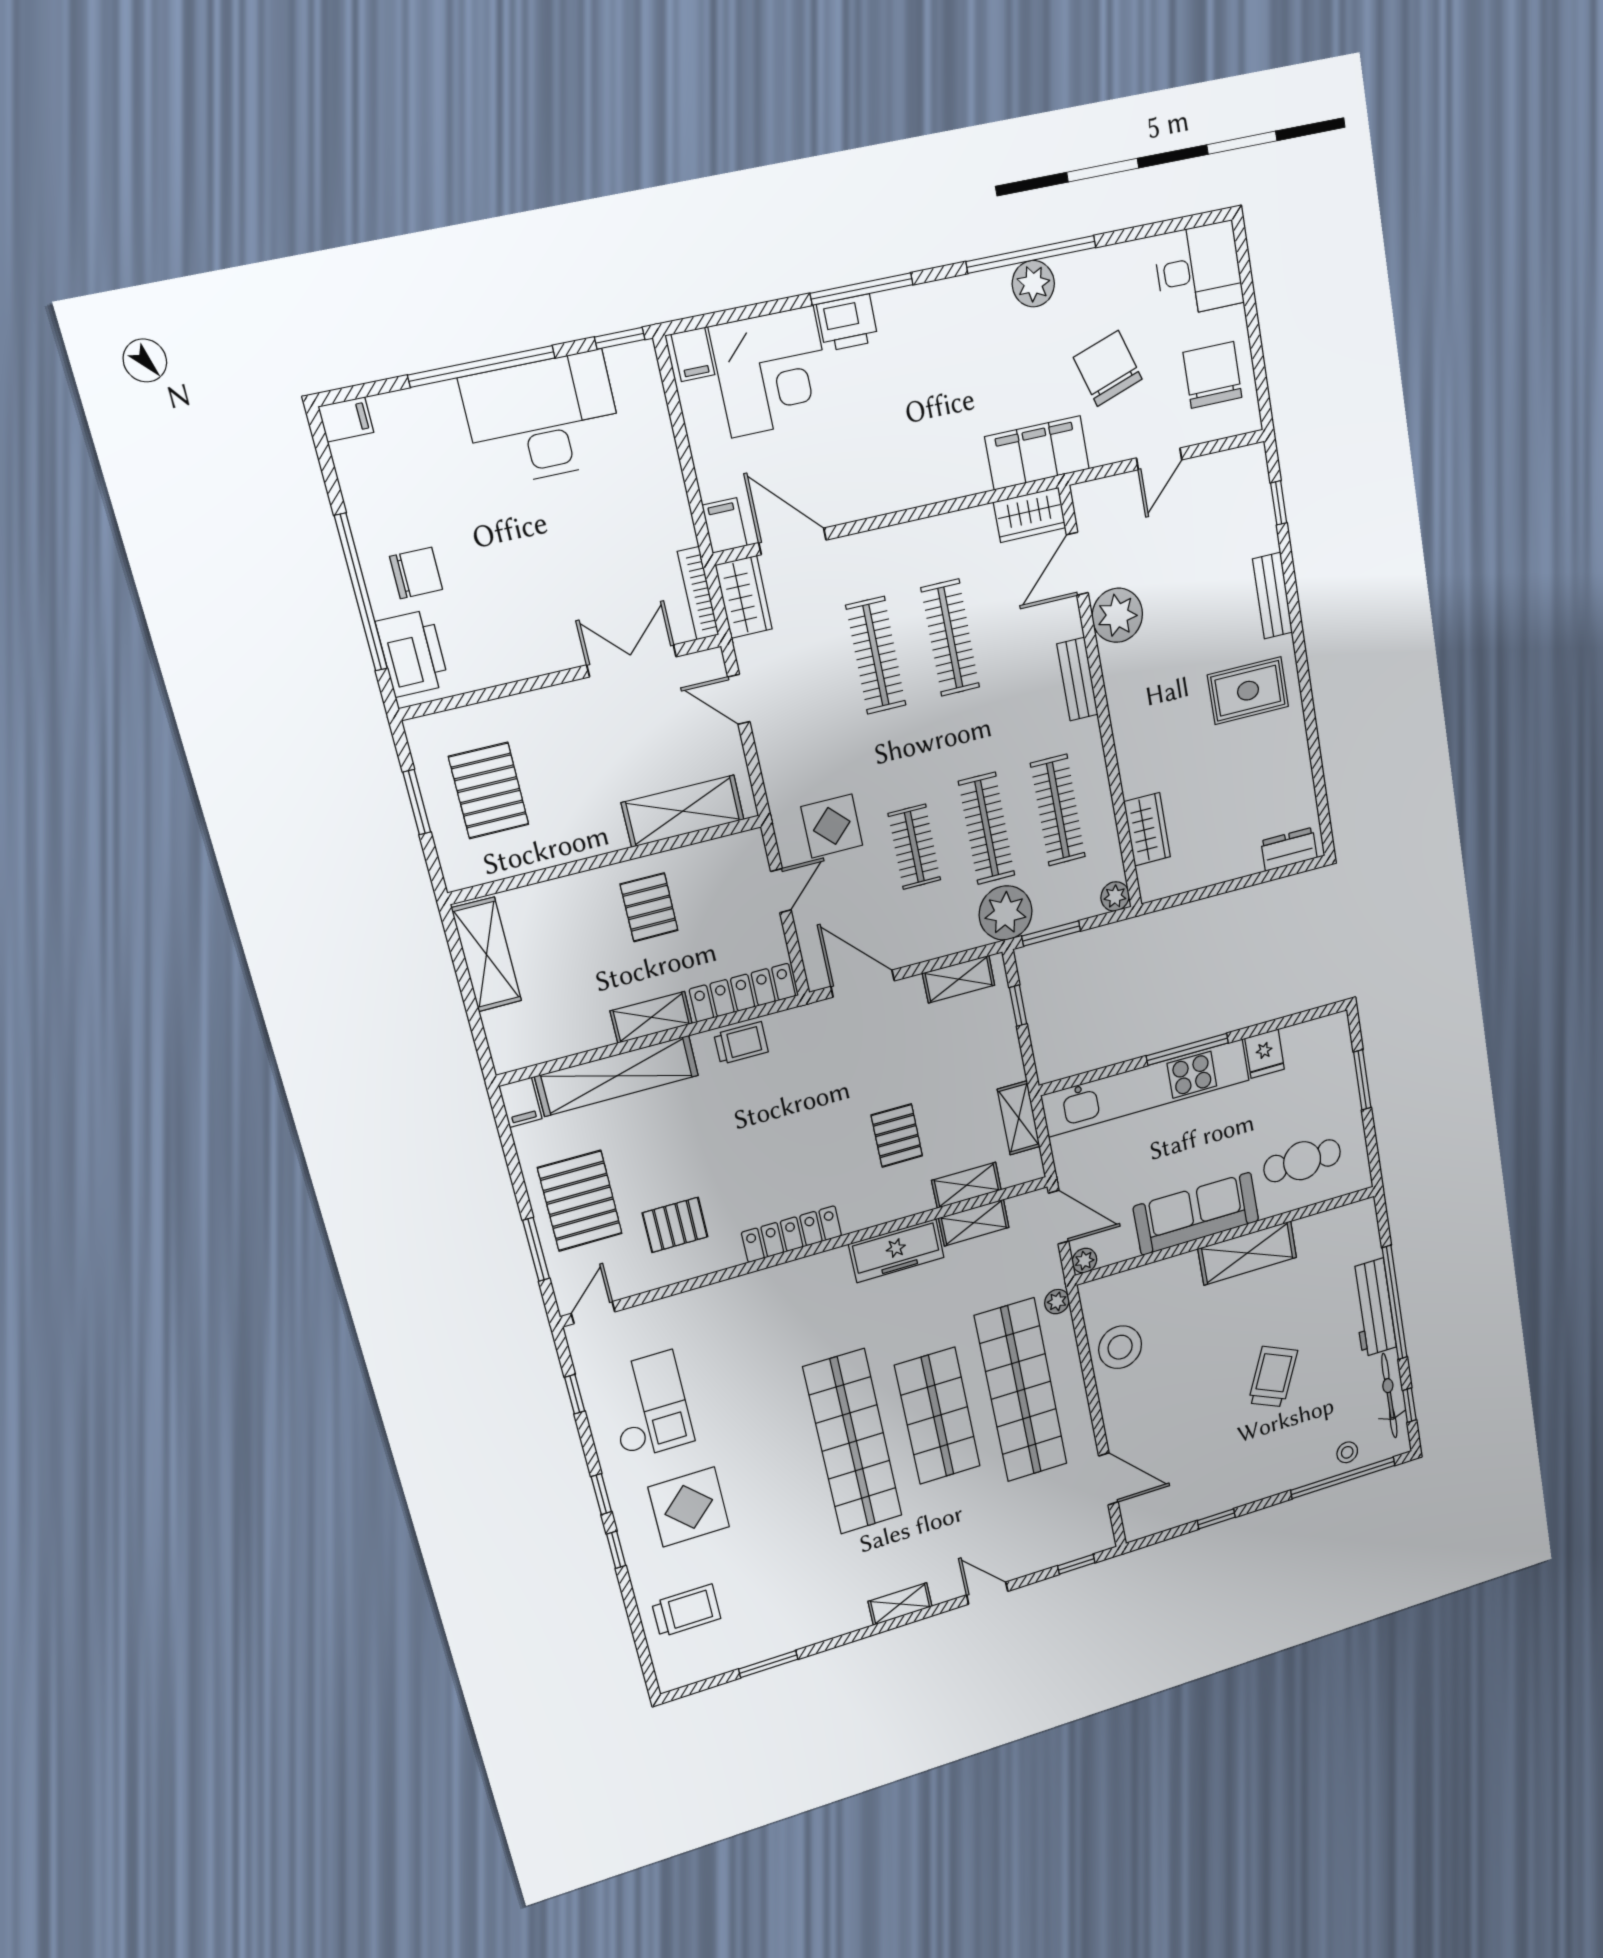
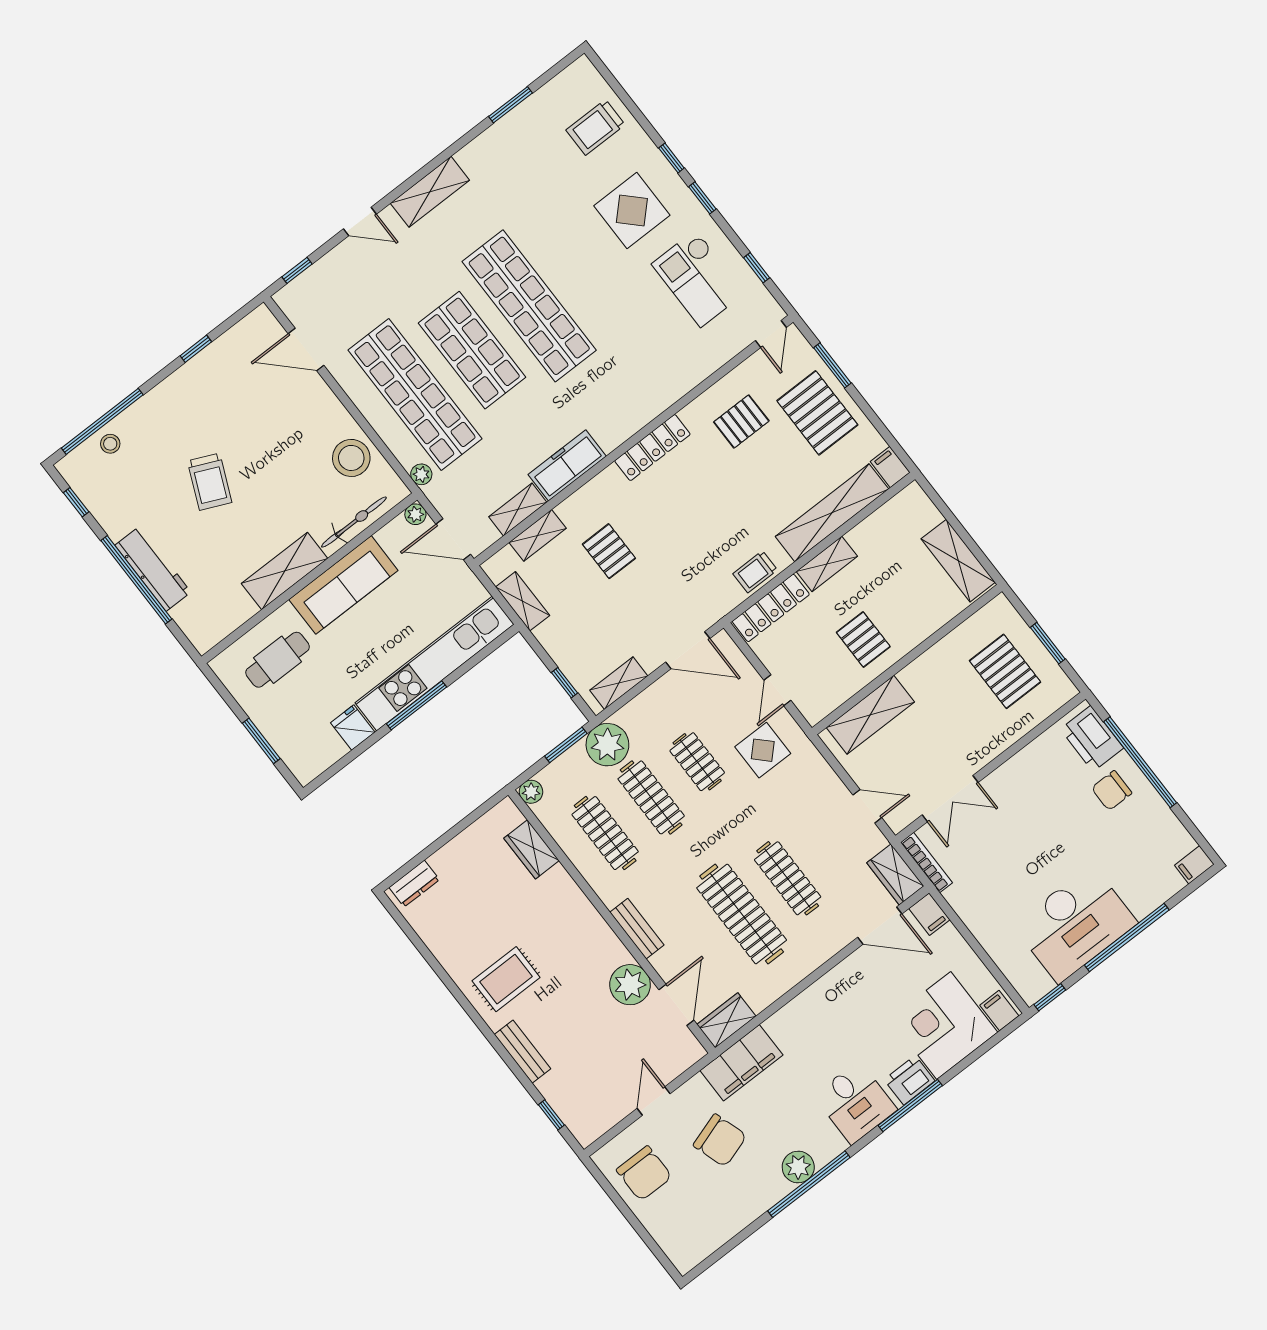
desk: (1198, 269) -> (855, 1103), moved, turned -90
clothes rail: (950, 638) -> (742, 914), width x1.37, depth x1.31
bicycle: (1389, 1396) -> (354, 522), moved, turned -90
shelving: (900, 1604) -> (430, 192), width x1.50, depth x1.33

